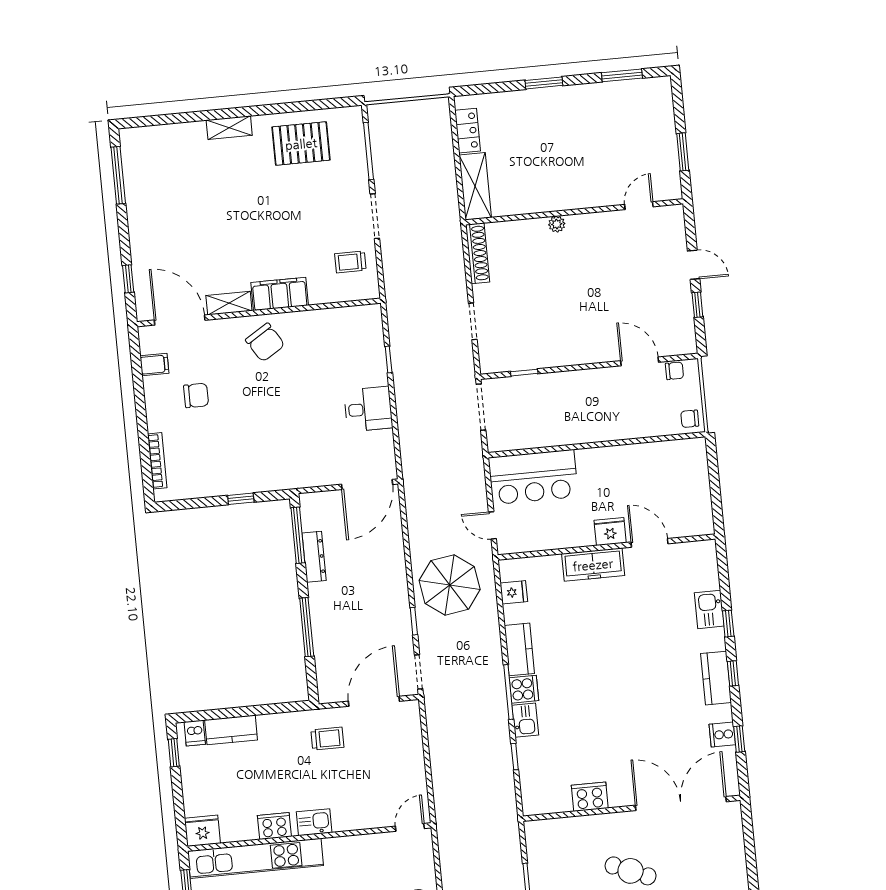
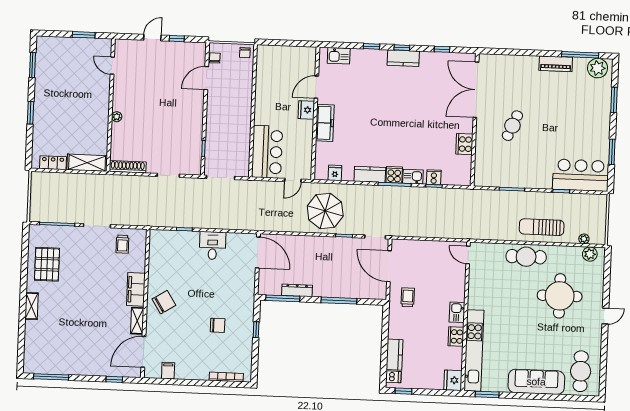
chair: (196, 395) -> (218, 325), moved, turned 90
kitchen sink: (709, 609) -> (339, 56), moved
cooker: (722, 735) -> (434, 177), moved, turned 180

